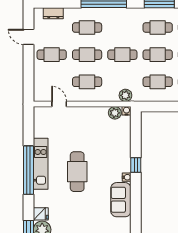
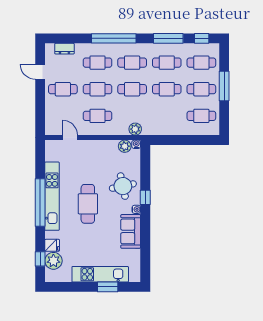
cafe table: (158, 82) -> (132, 63), moved
round table: (113, 153) -> (123, 186), added
kitchen unit: (41, 164) -> (52, 196), width x1.36

